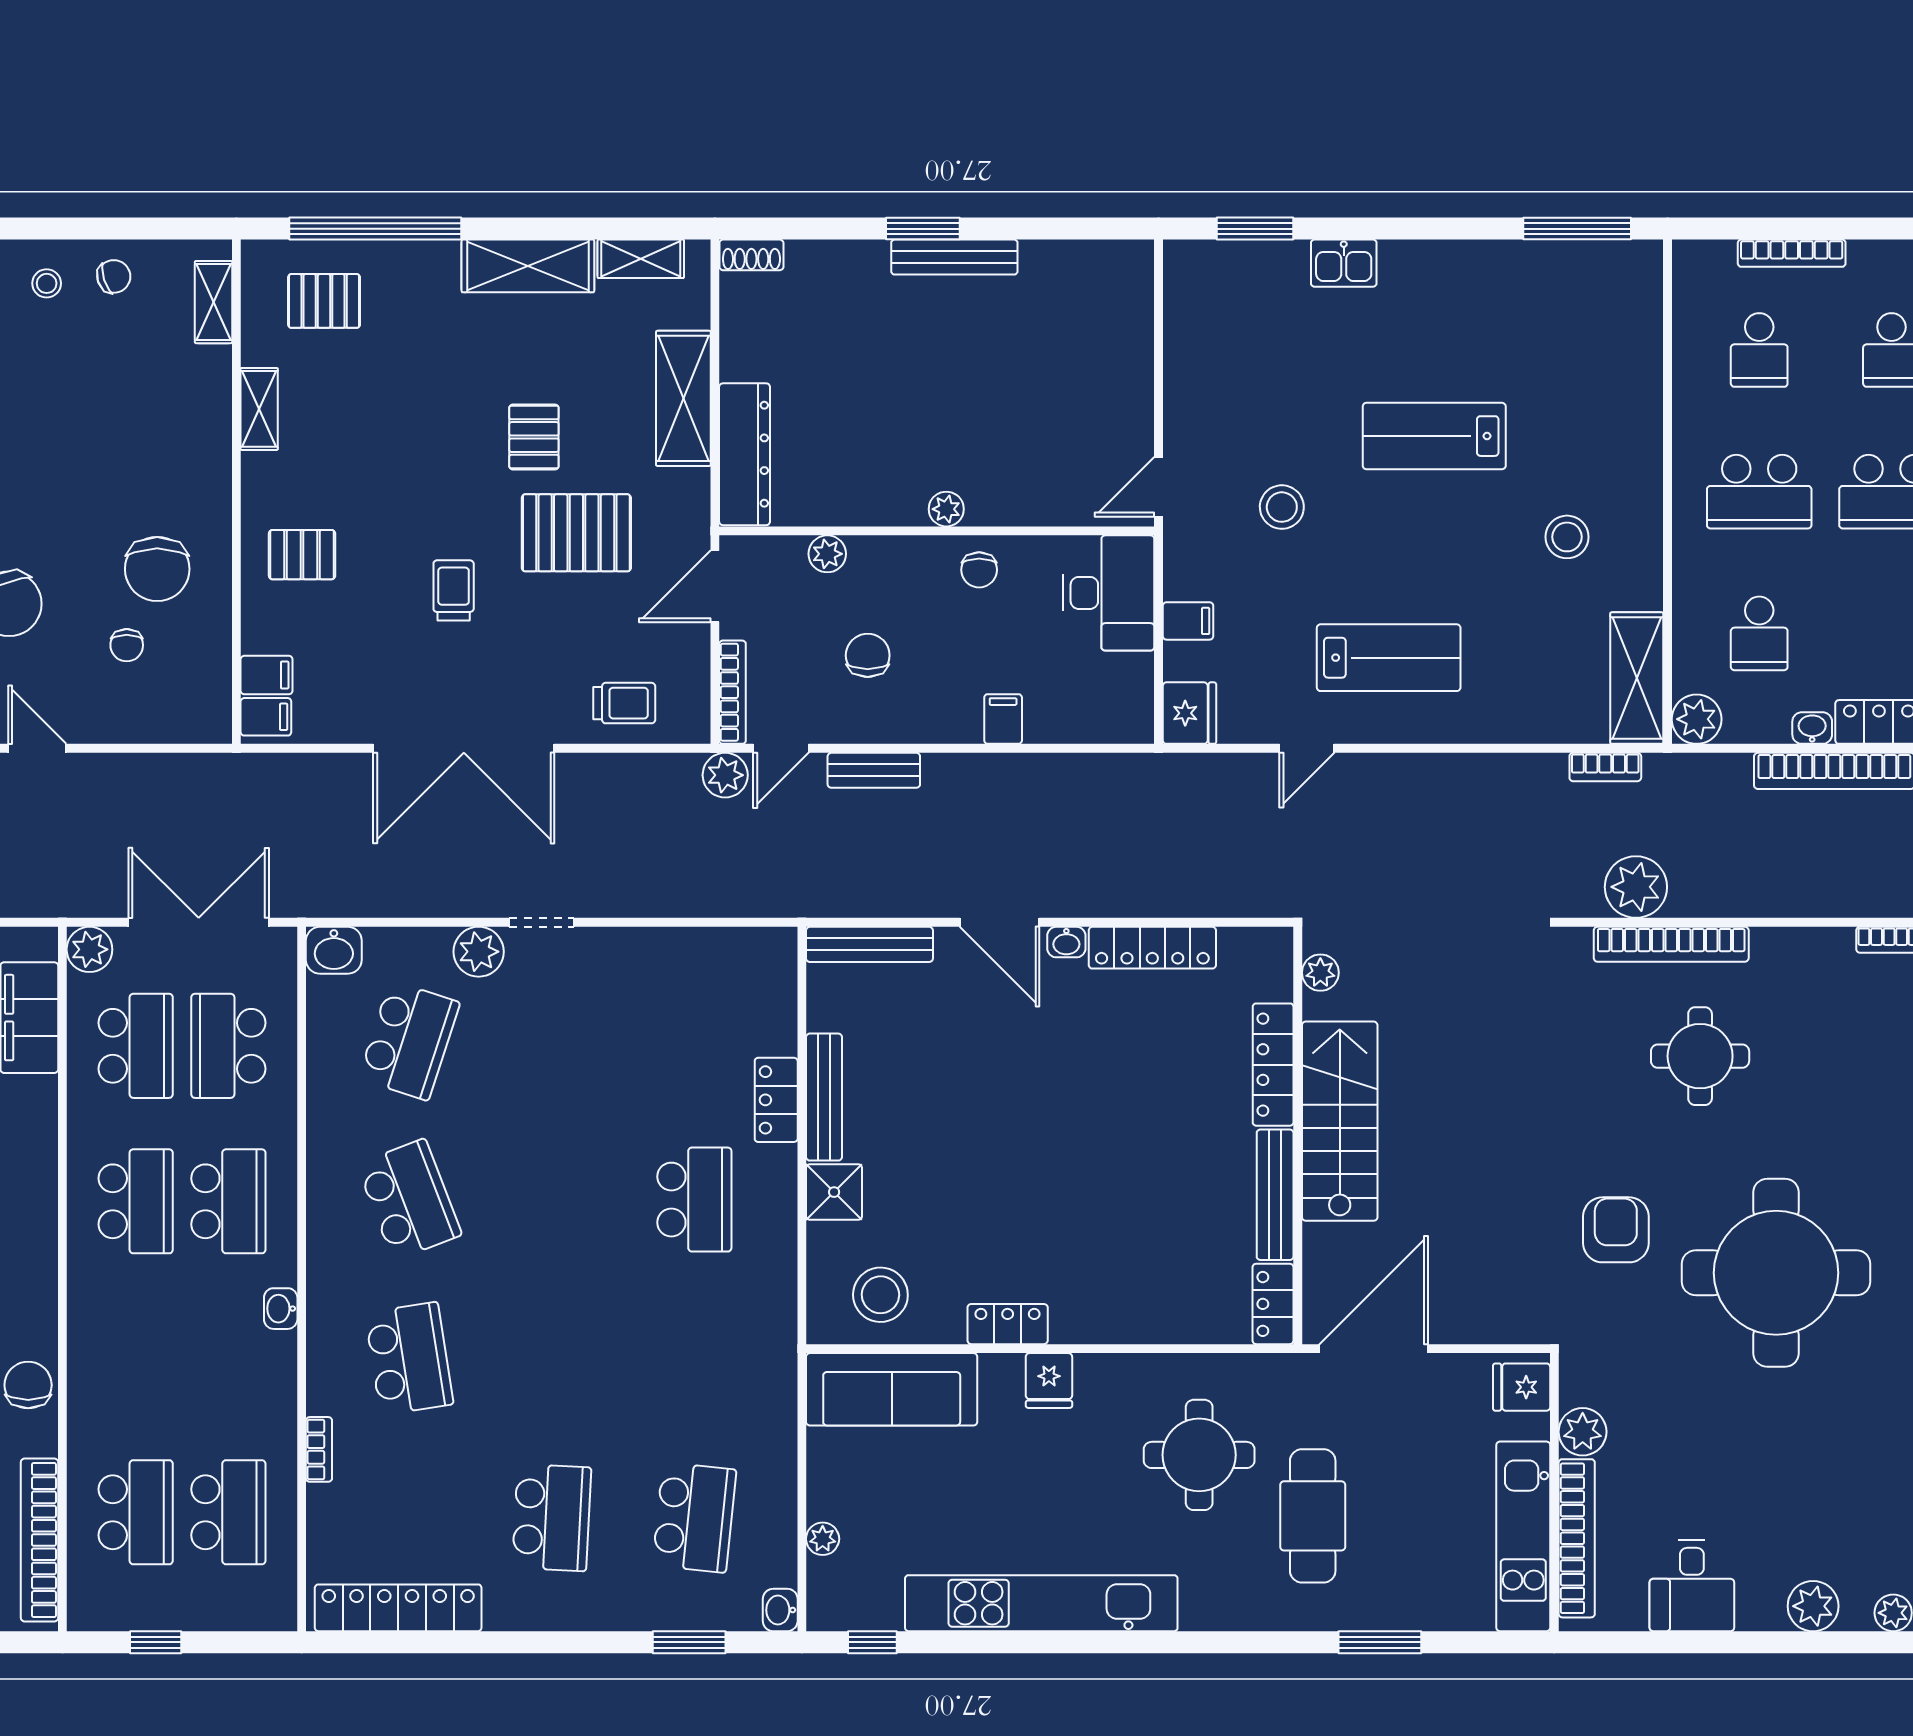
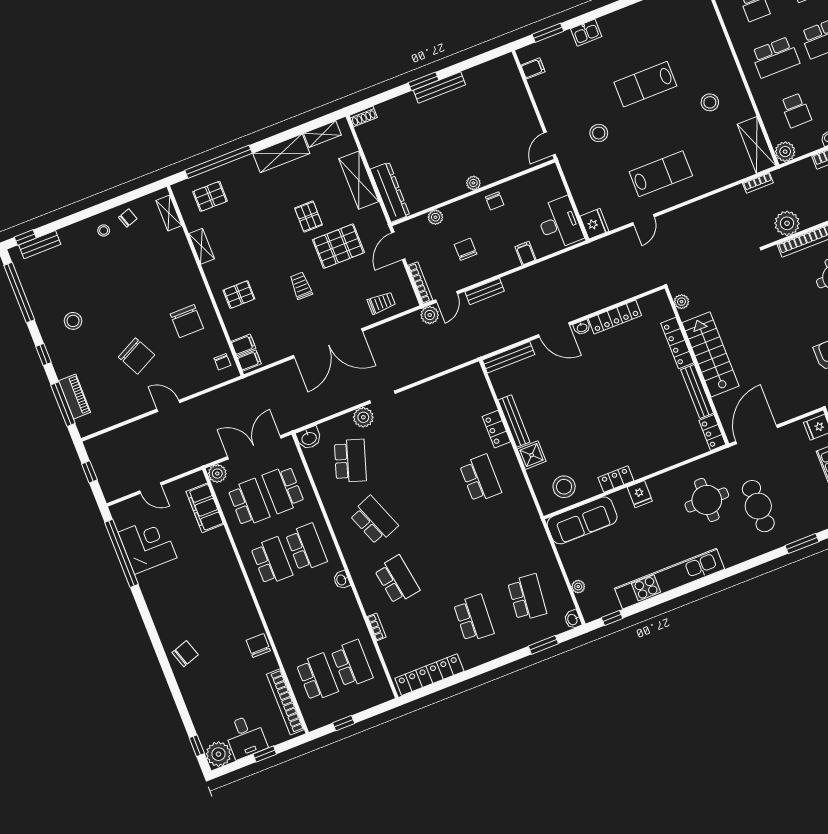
desk: (1109, 593) -> (559, 223), moved
filing cabinet: (1188, 621) -> (533, 68), moved
chair: (127, 645) -> (222, 362), moved

